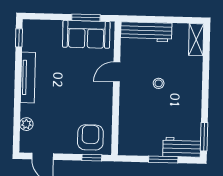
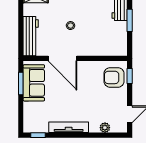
door: (117, 72) -> (62, 58), width x1.88

